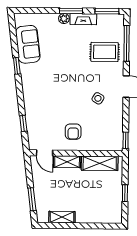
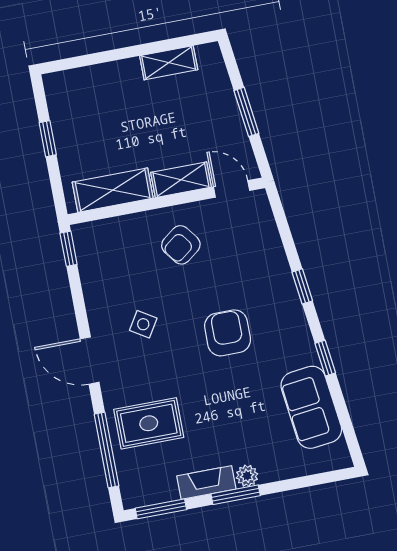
armchair: (60, 87) -> (228, 333), added
window: (23, 123) -> (302, 286), moved
armchair: (73, 132) -> (181, 245), turned -127
window: (32, 199) -> (246, 112), moved

